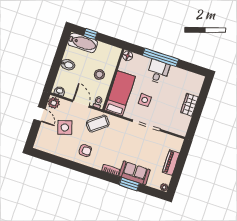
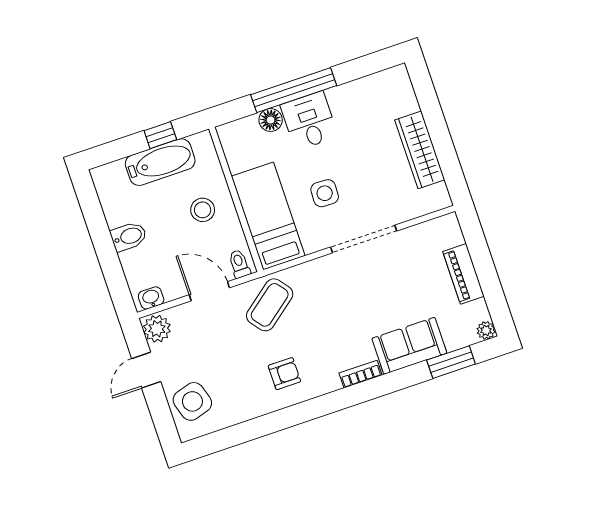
window: (90, 34) -> (160, 135), moved
bathtub: (83, 43) -> (160, 162), moved
floor lamp: (128, 56) -> (271, 120), moved
wardrobe: (189, 105) -> (420, 150), width x1.50
door: (40, 114) -> (146, 370), swing flipped
side table: (65, 127) -> (192, 401), moved
window: (129, 184) -> (451, 362), moved

